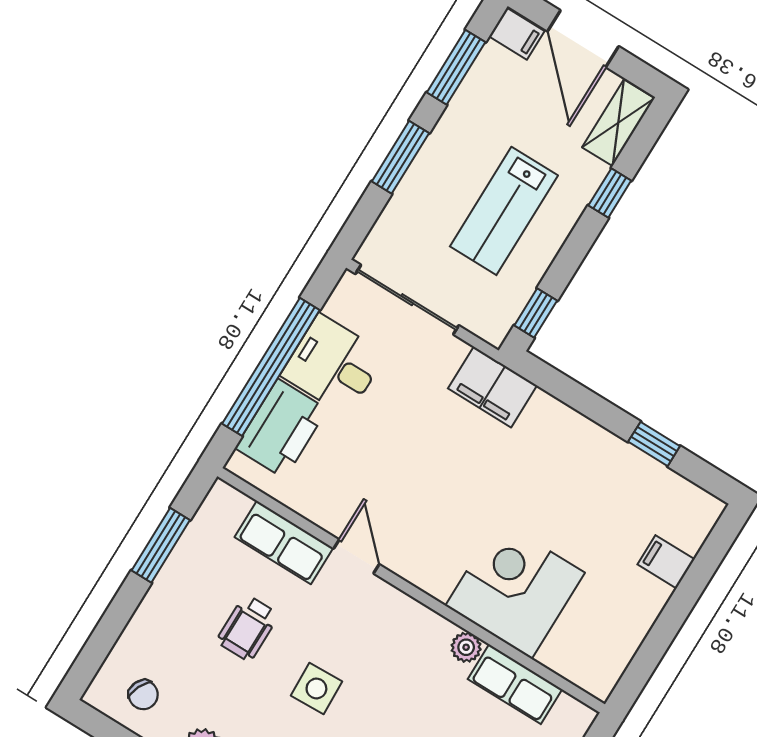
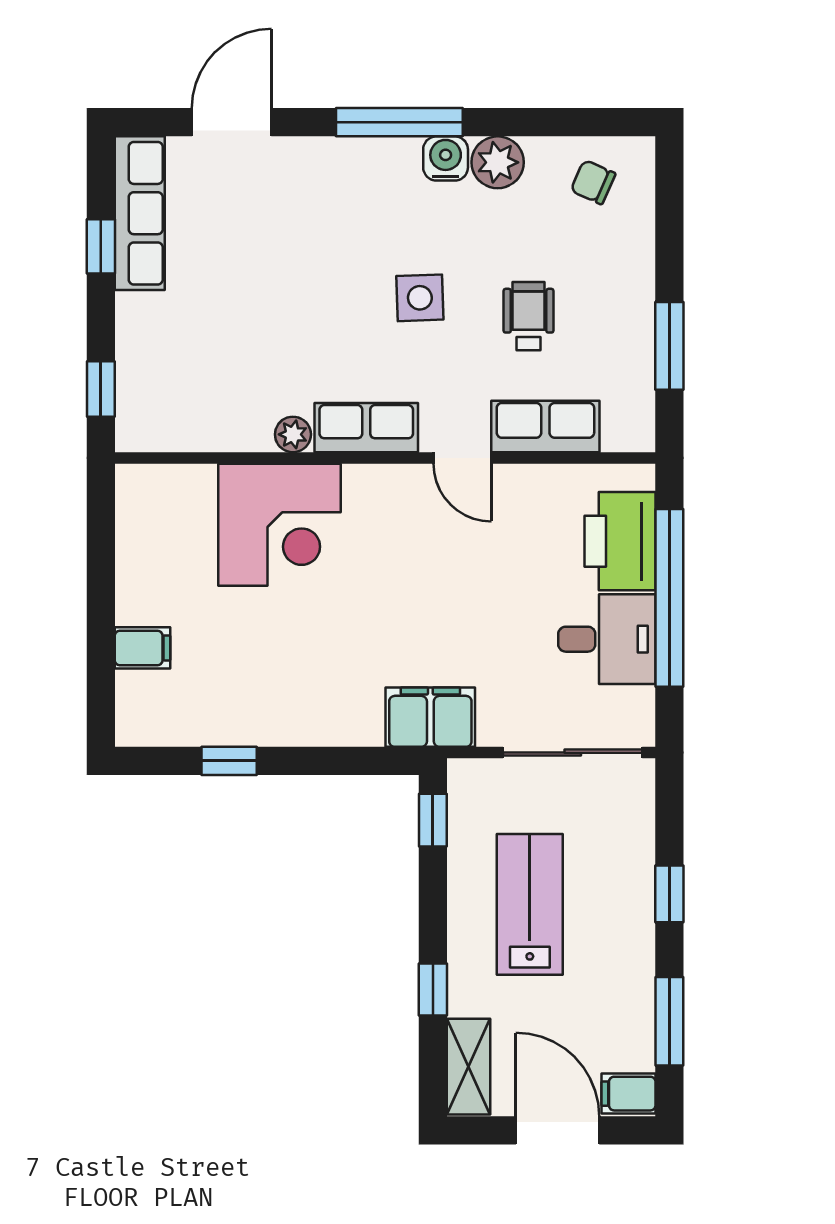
window: (400, 157) -> (669, 894), width x0.67
row of seats: (515, 684) -> (366, 428), moved

